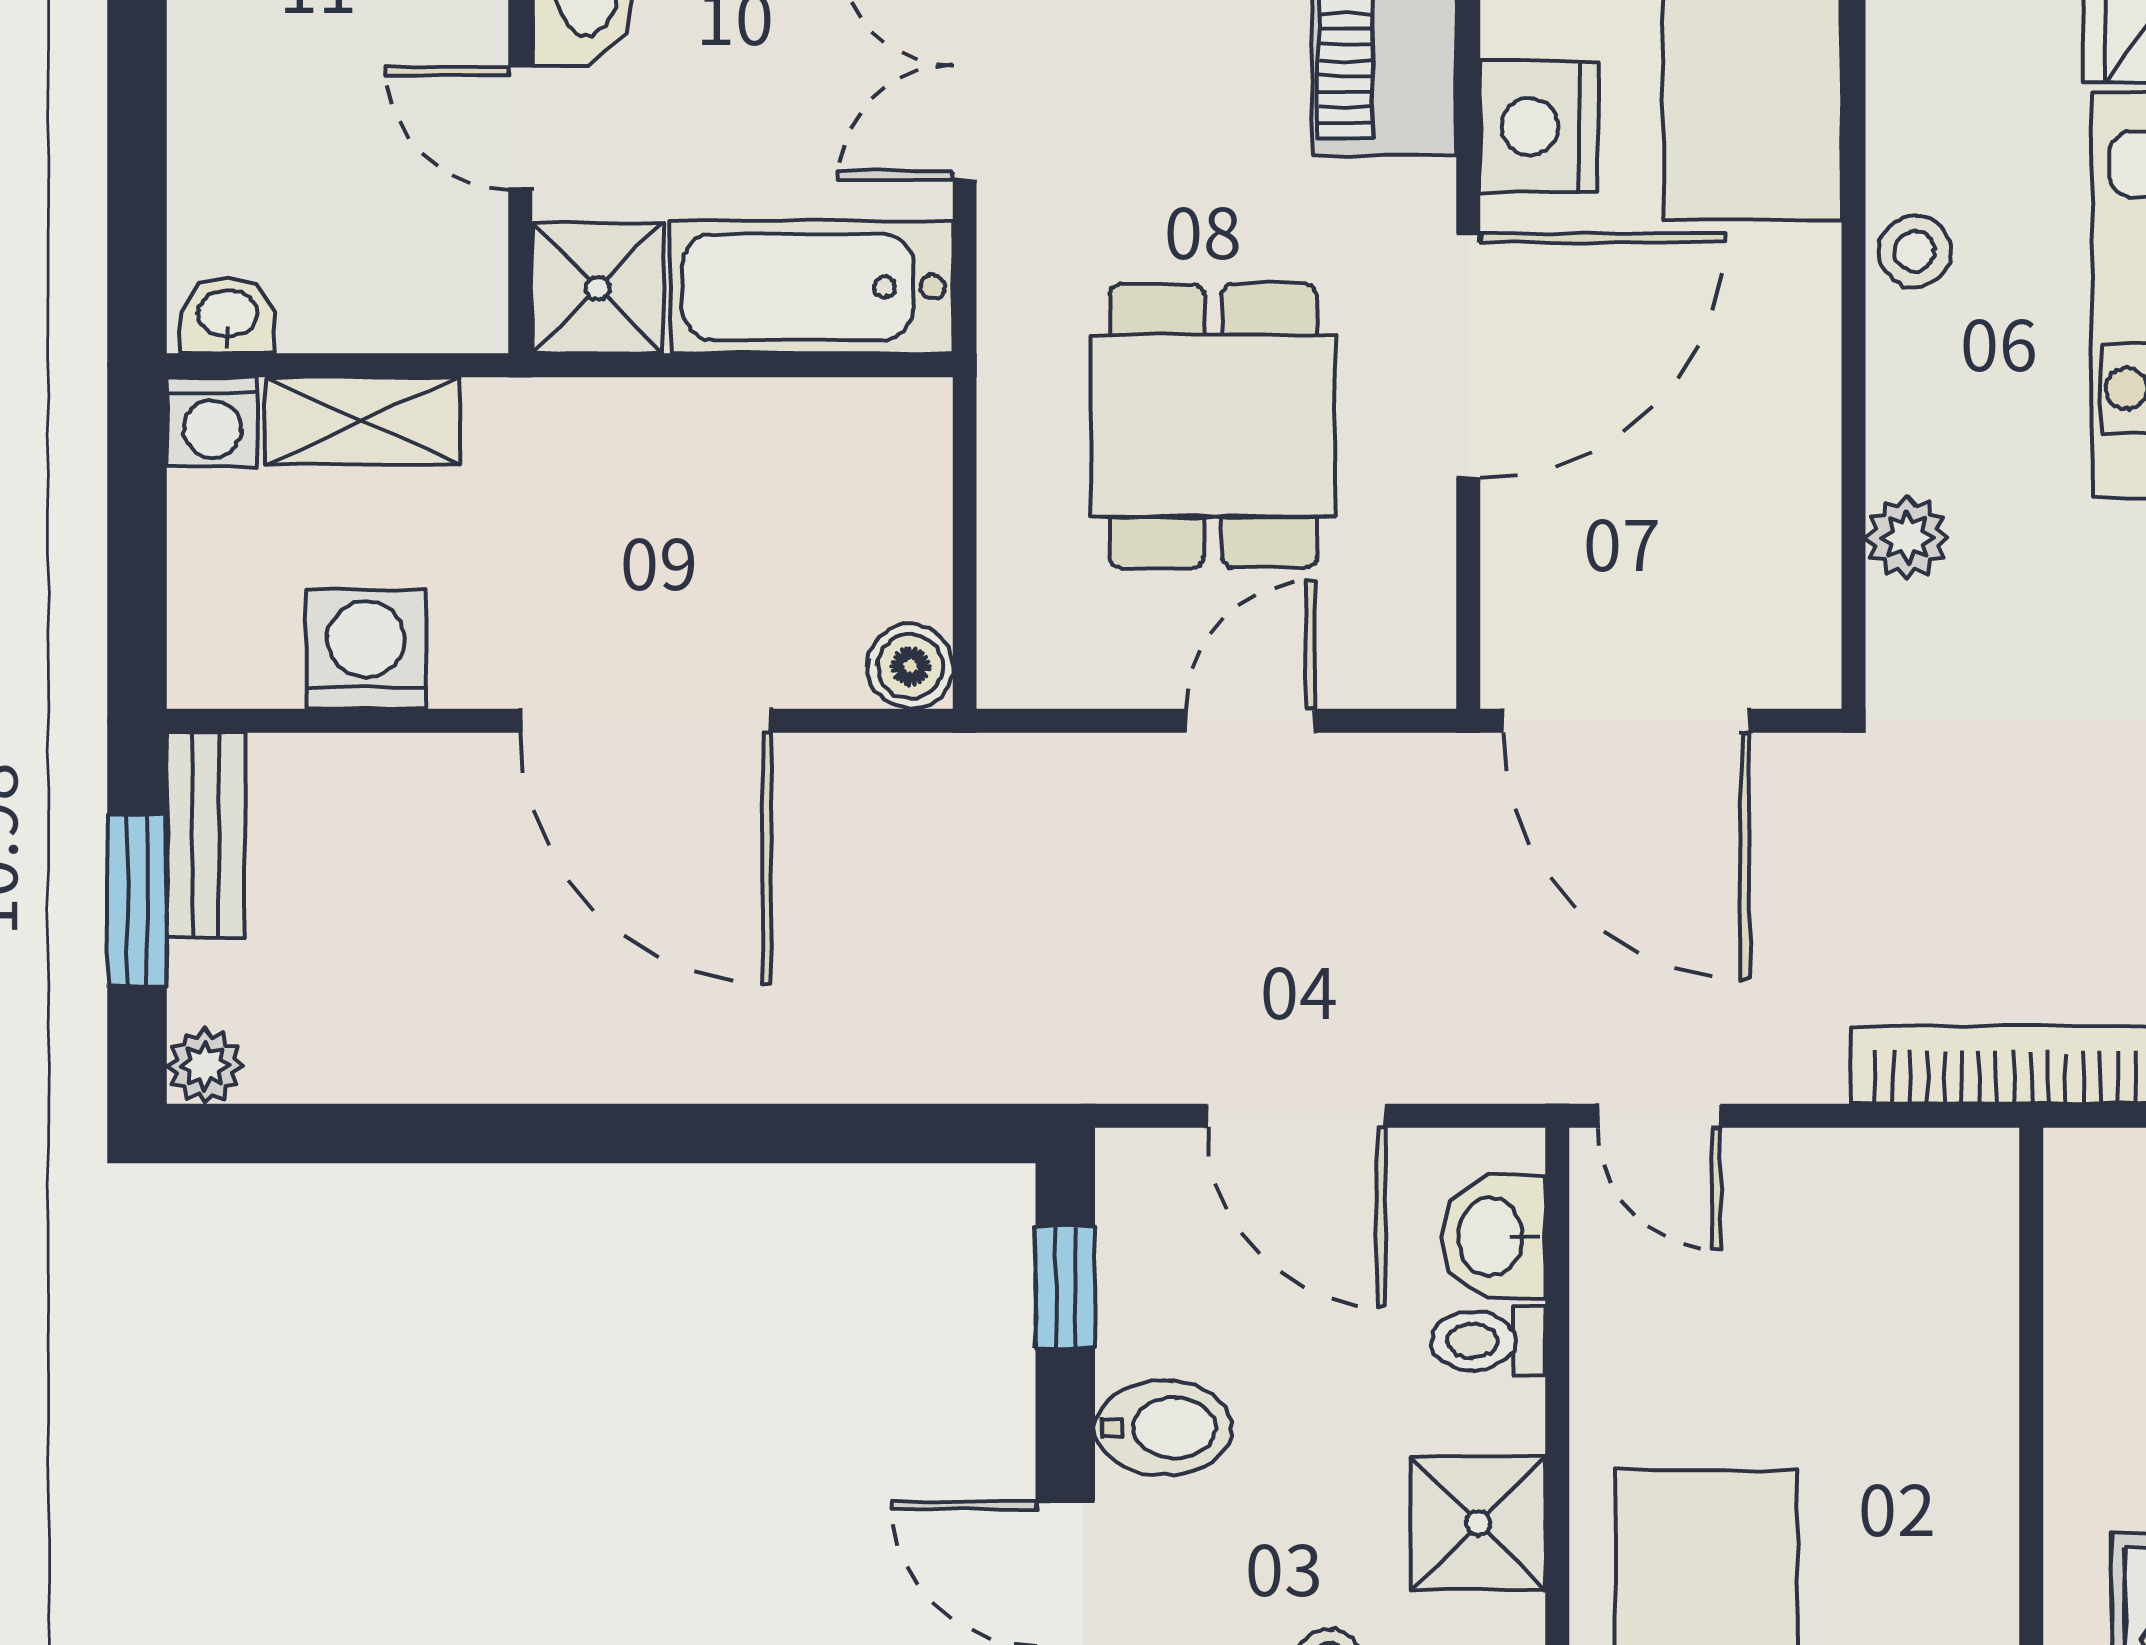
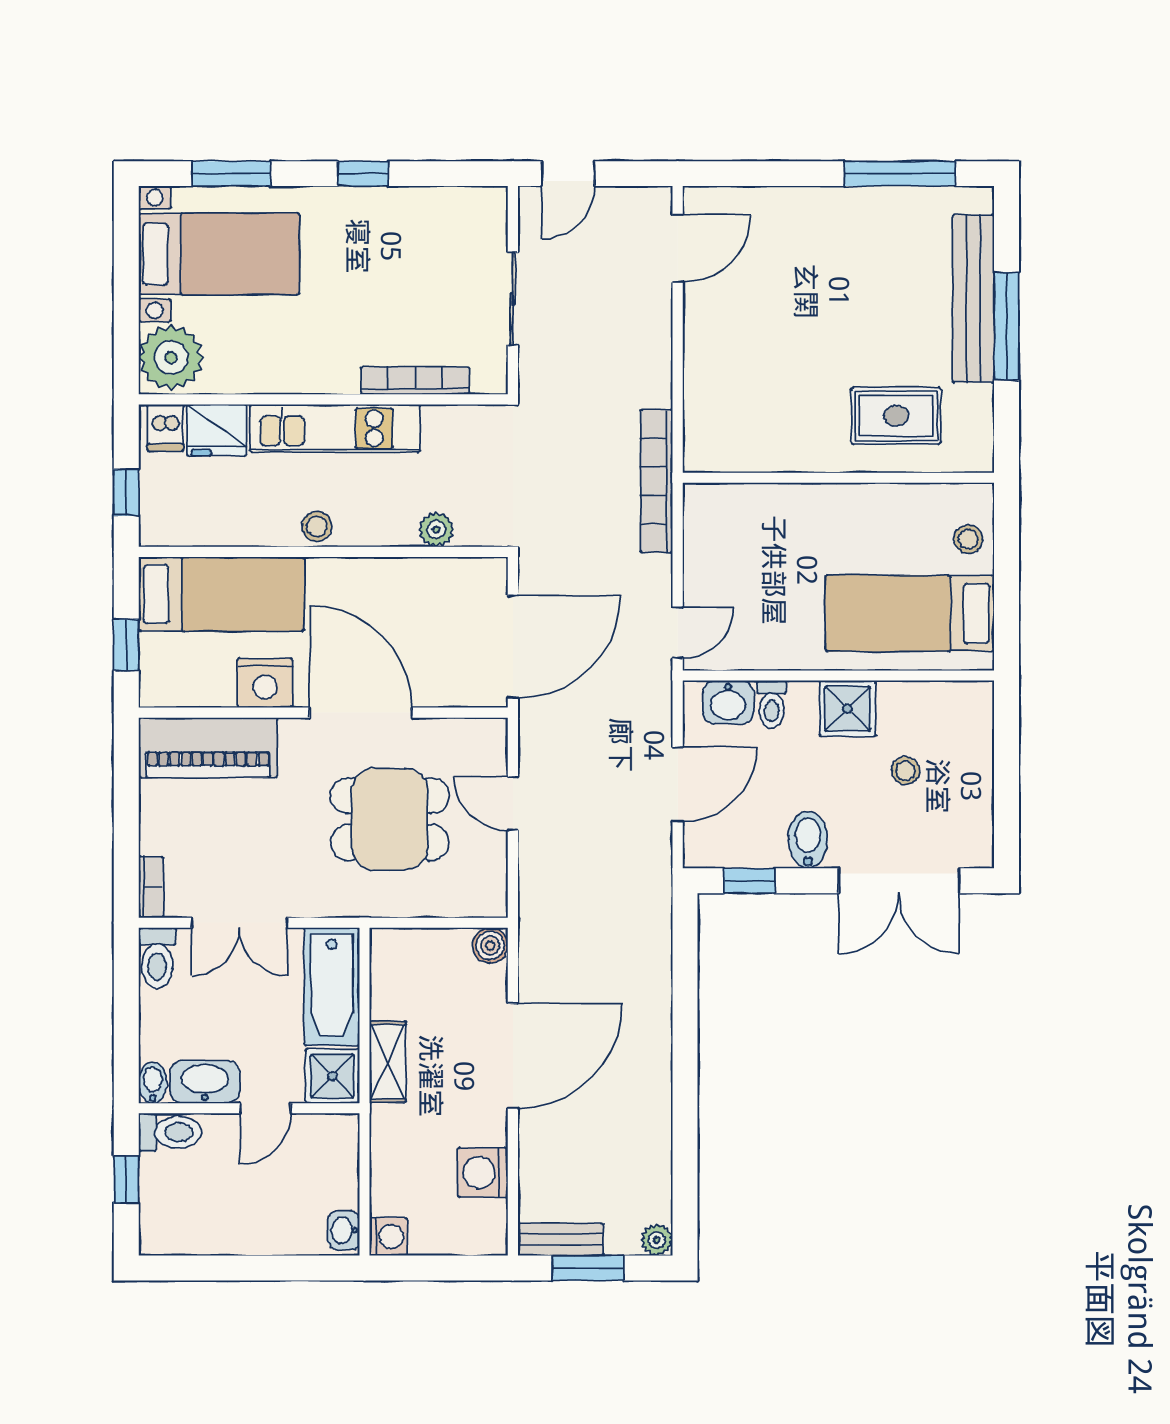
shelving: (363, 421) -> (388, 1062), moved

